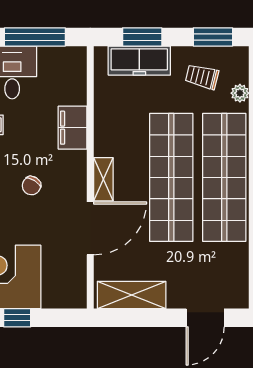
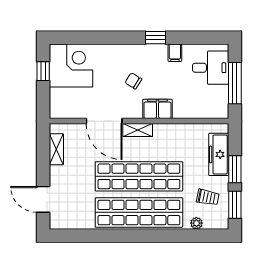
window: (142, 37) -> (235, 169), moved
trolley: (202, 77) -> (208, 197), turned 87
filing cabinet: (73, 128) -> (158, 109), moved
shelving: (132, 295) -> (56, 149), width x0.67, depth x0.75

